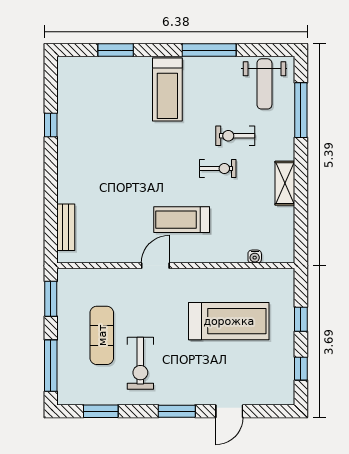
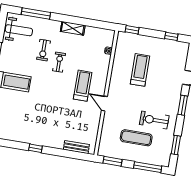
window: (51, 125) -> (35, 148), moved
treadmill: (182, 220) -> (83, 86), turned 180
window: (301, 319) -> (132, 30), moved
treadmill: (229, 321) -> (140, 70), width x0.73, depth x0.73
exercise bike: (140, 363) -> (154, 120), turned 180

